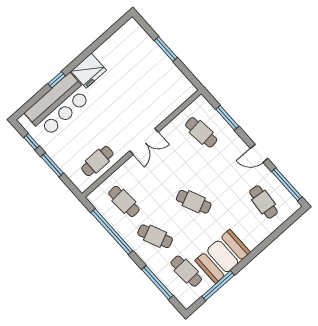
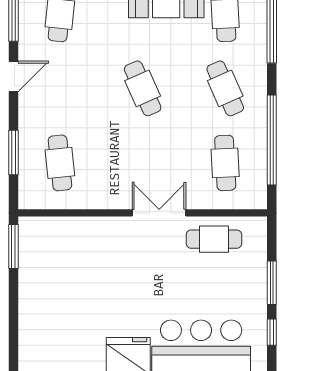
window: (166, 49) -> (13, 247), moved
double door: (144, 141) -> (159, 213), moved
door: (259, 153) -> (13, 76), hinge flipped

